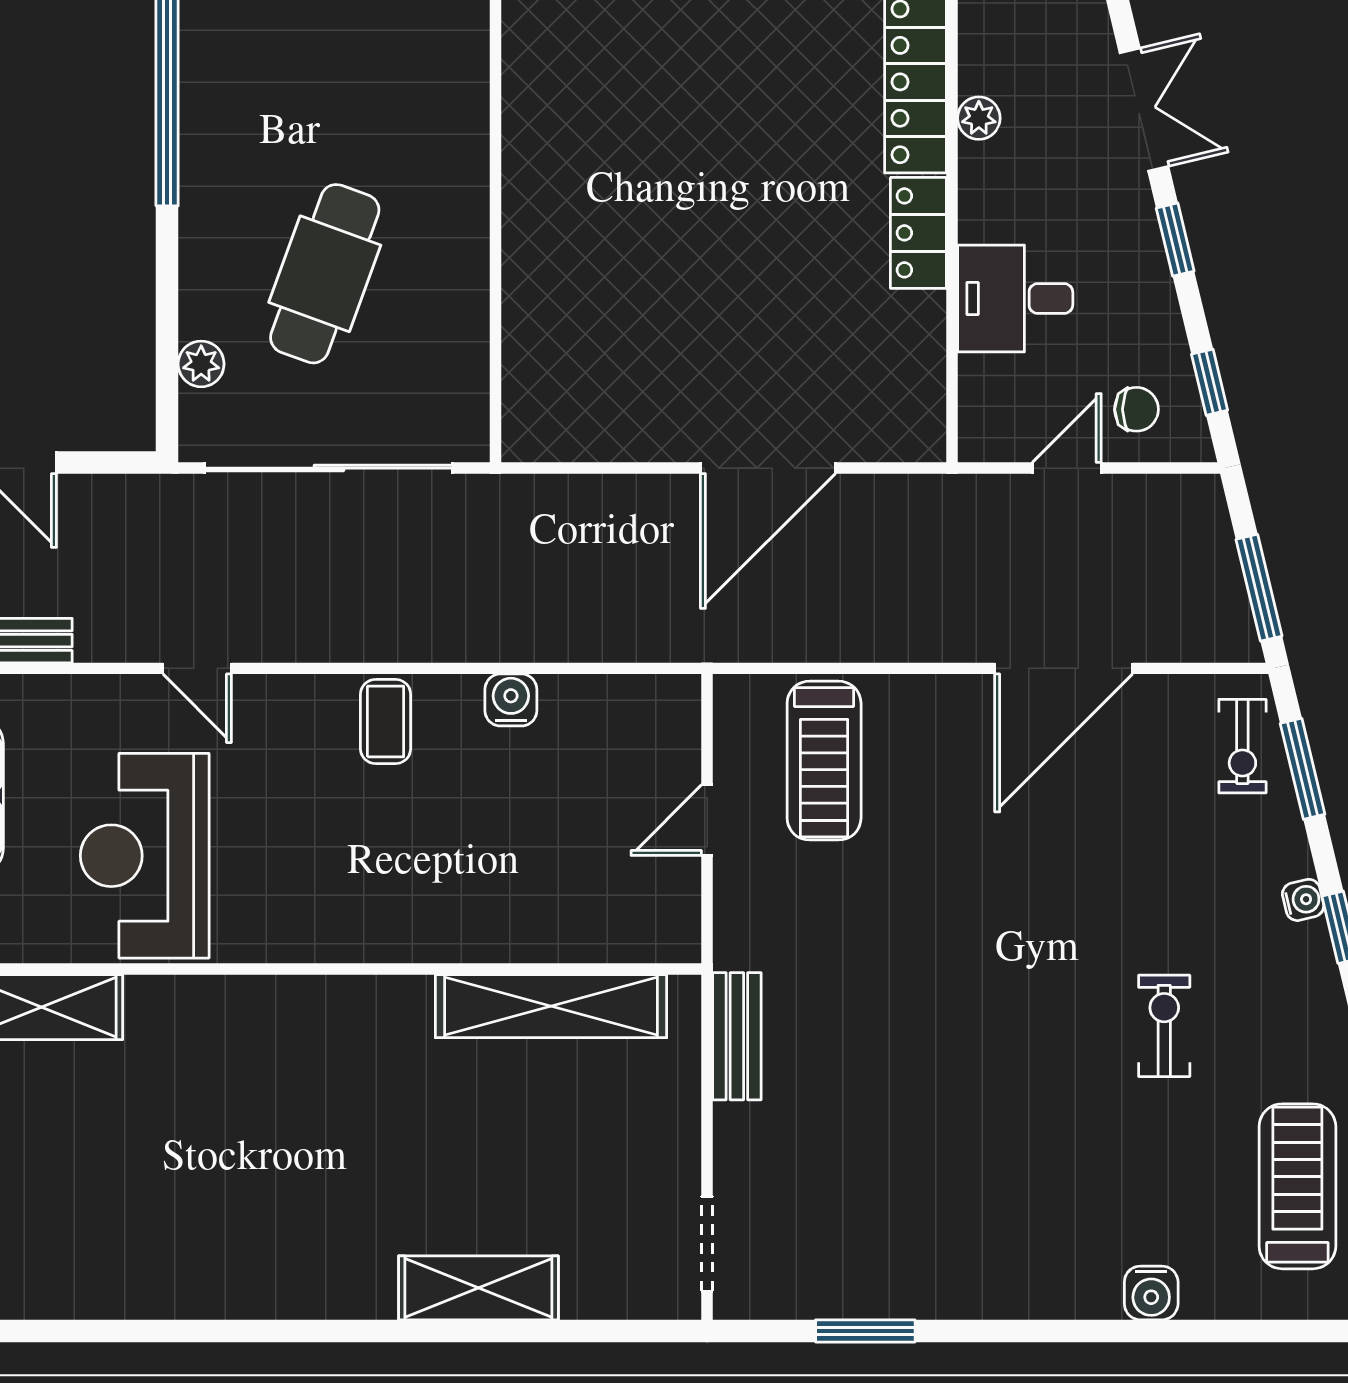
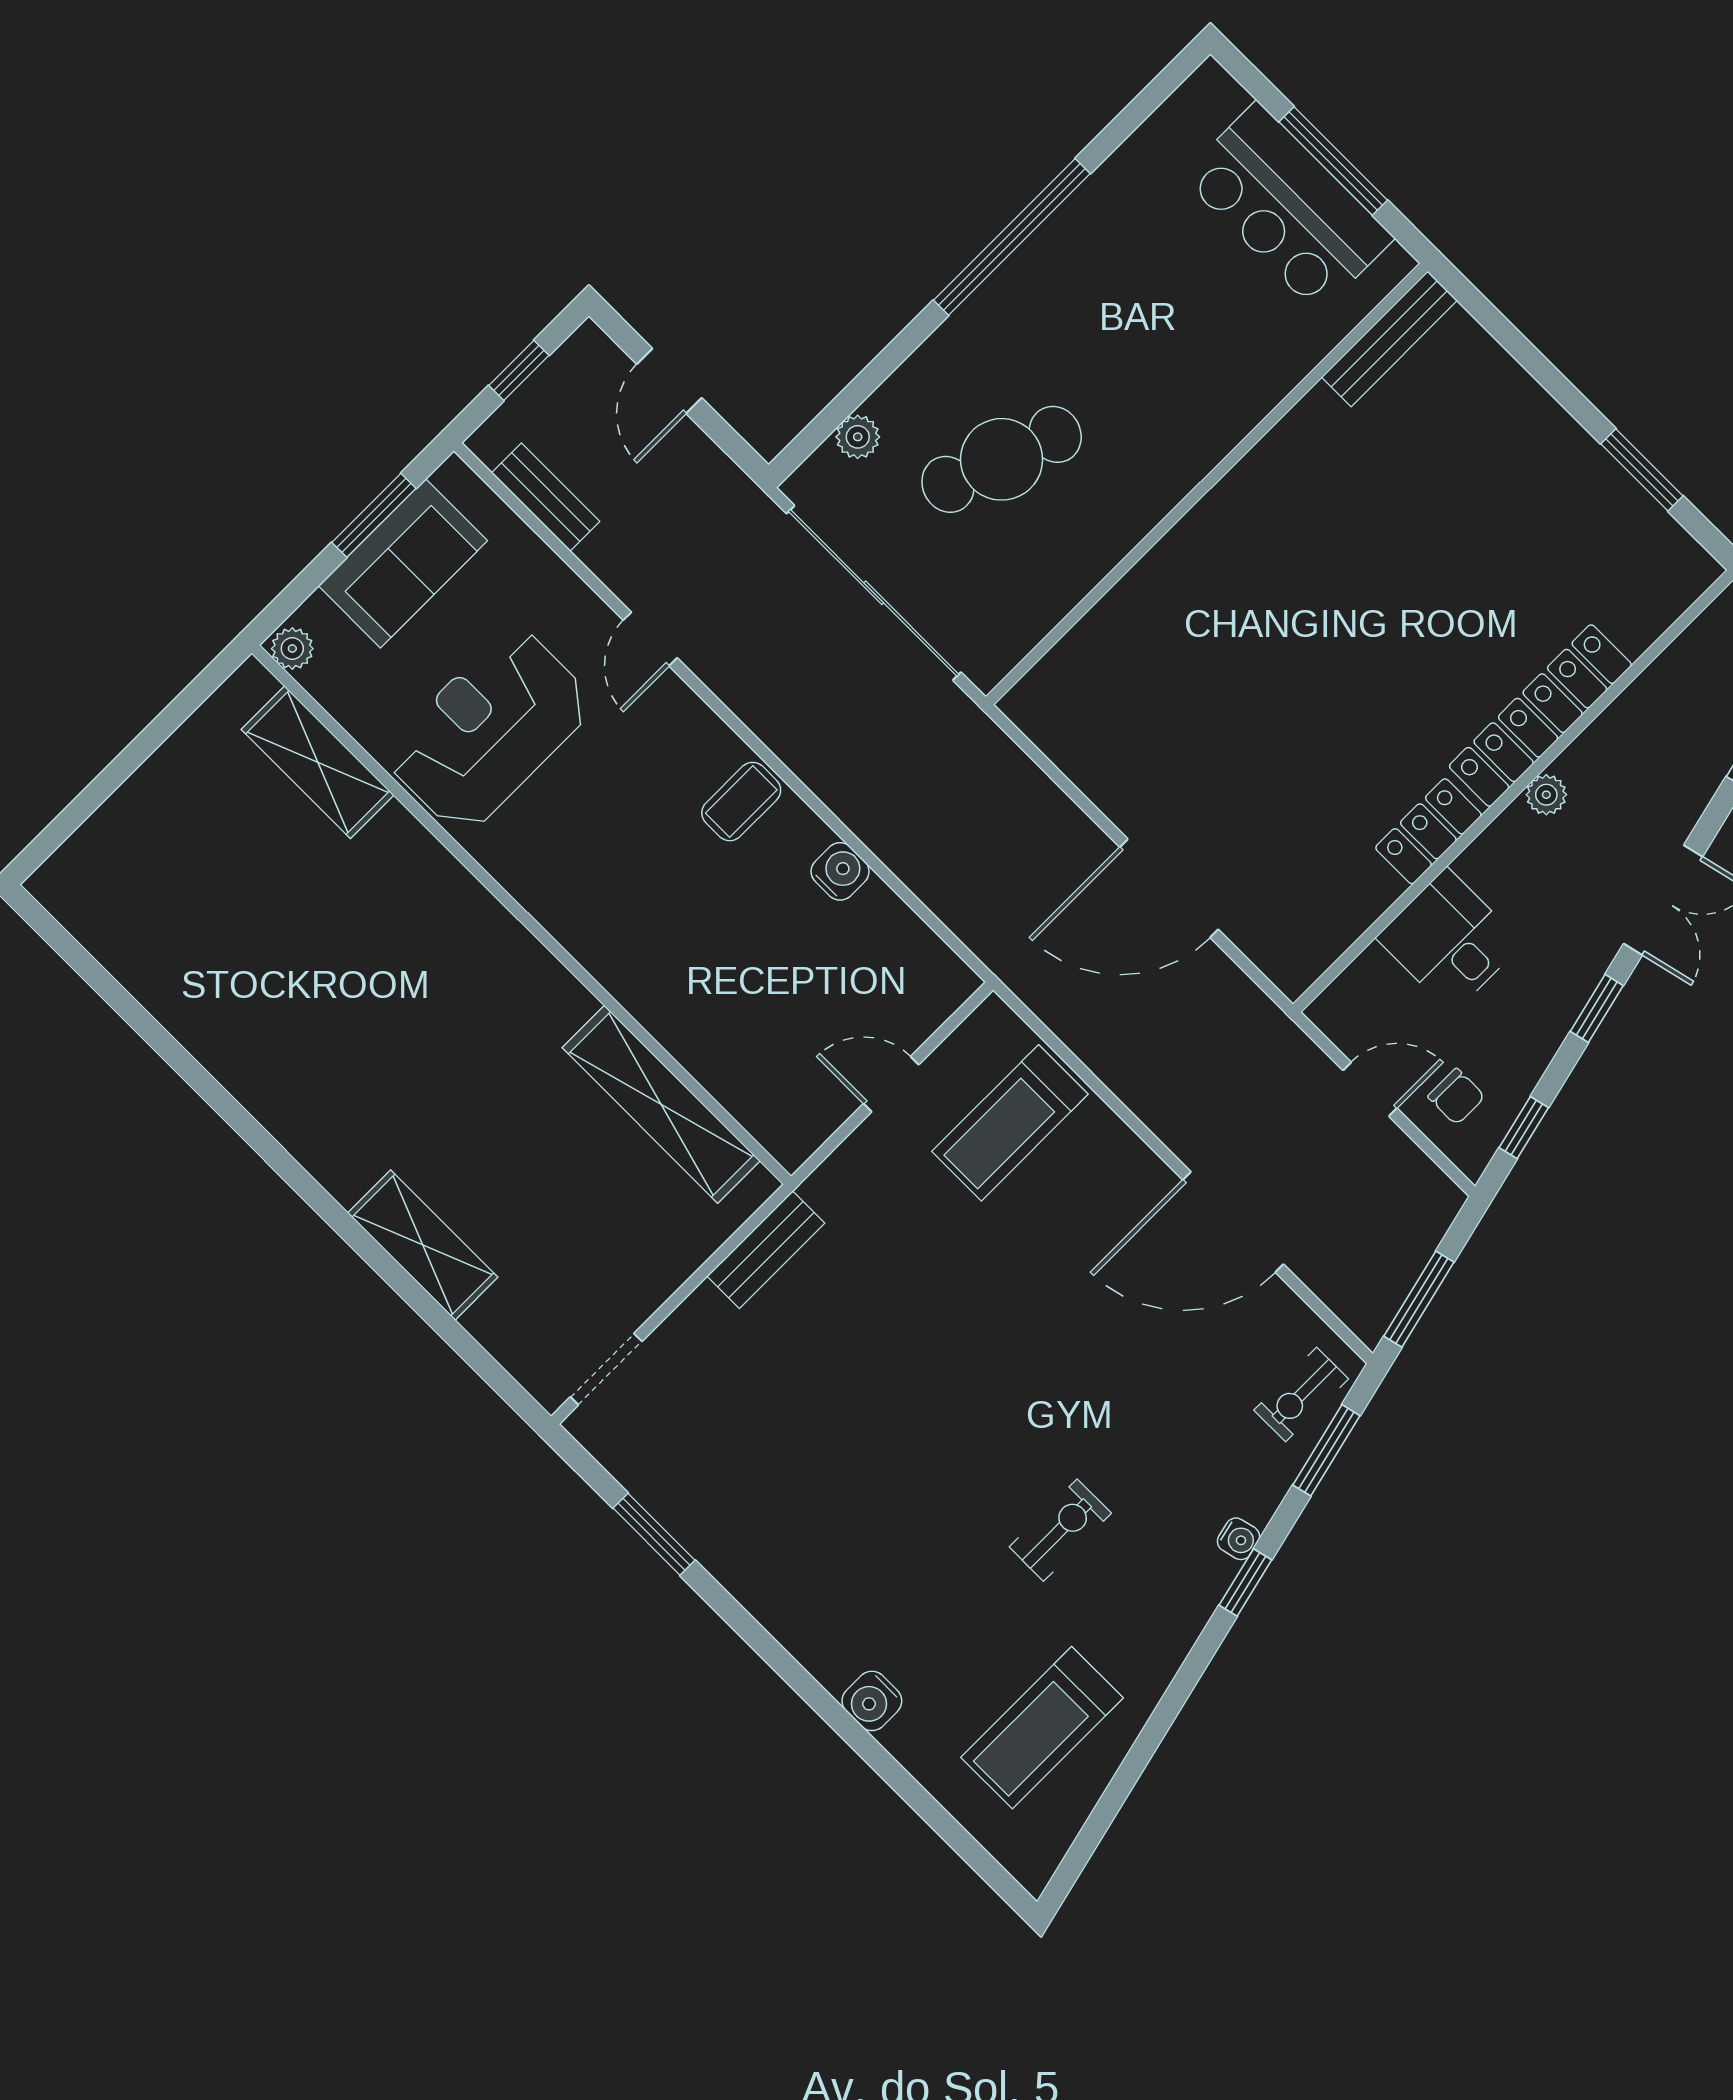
treadmill: (1297, 1186) -> (1042, 1728), turned 180

